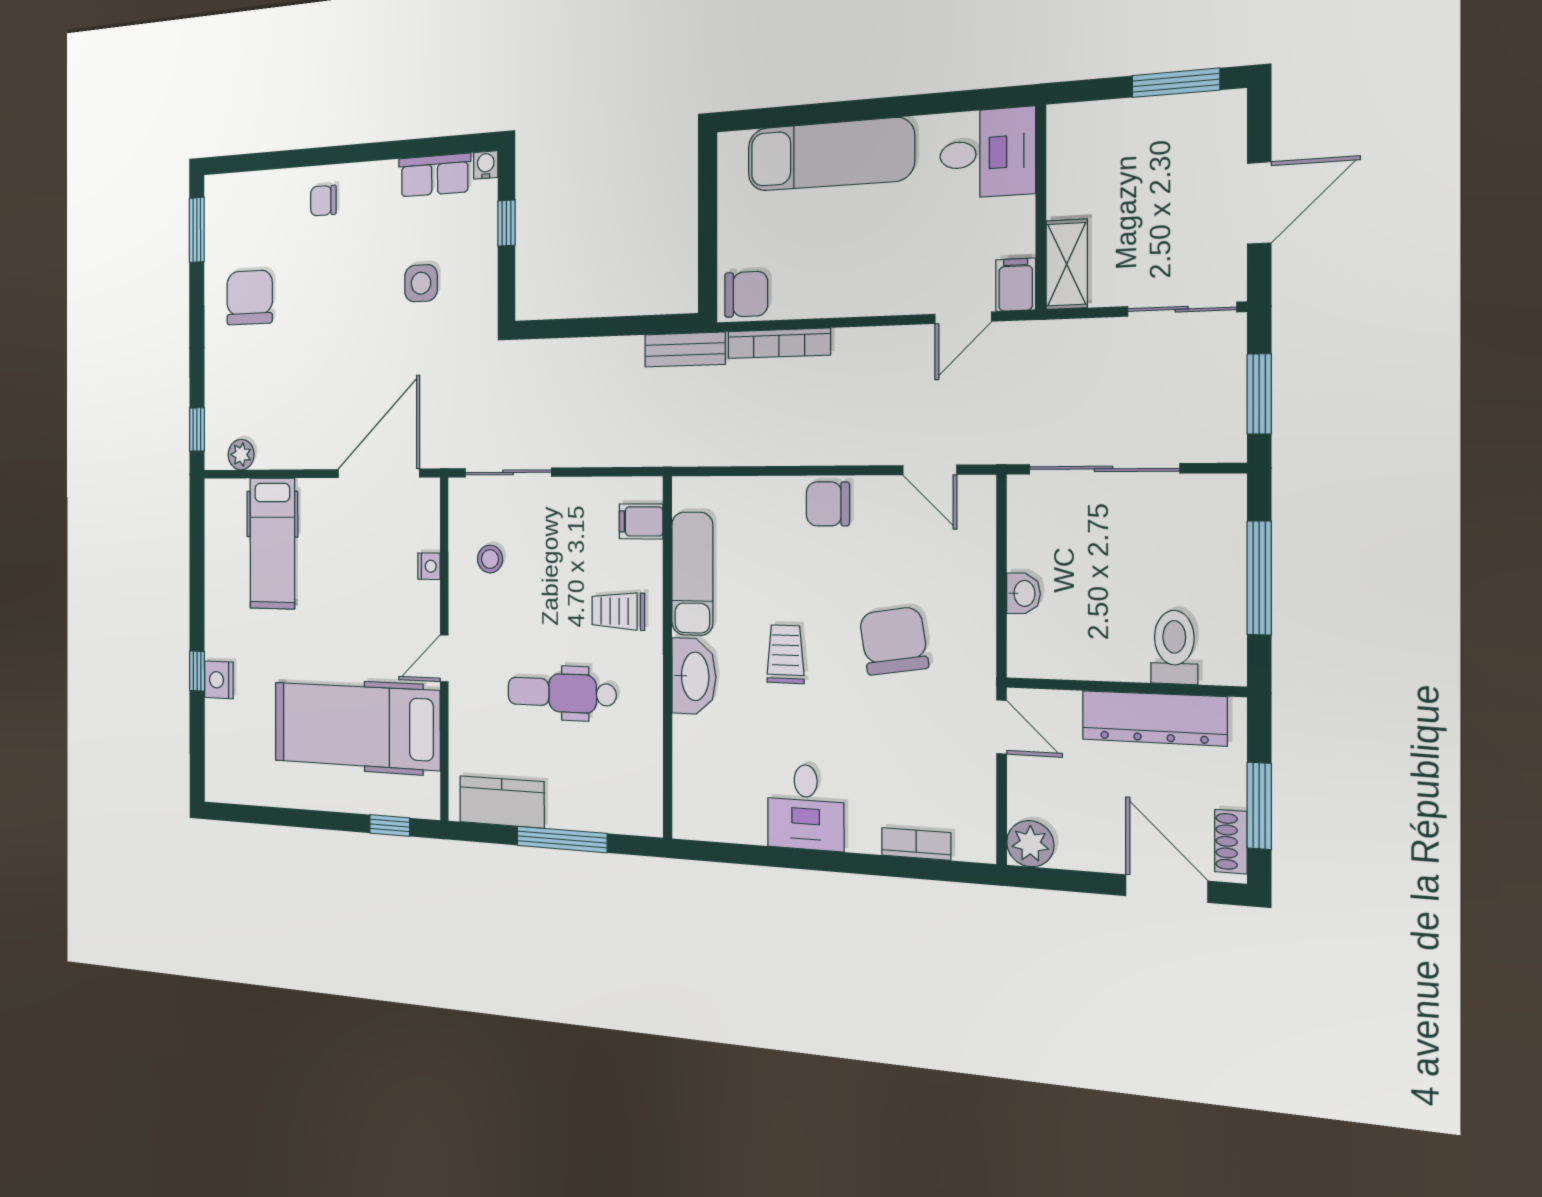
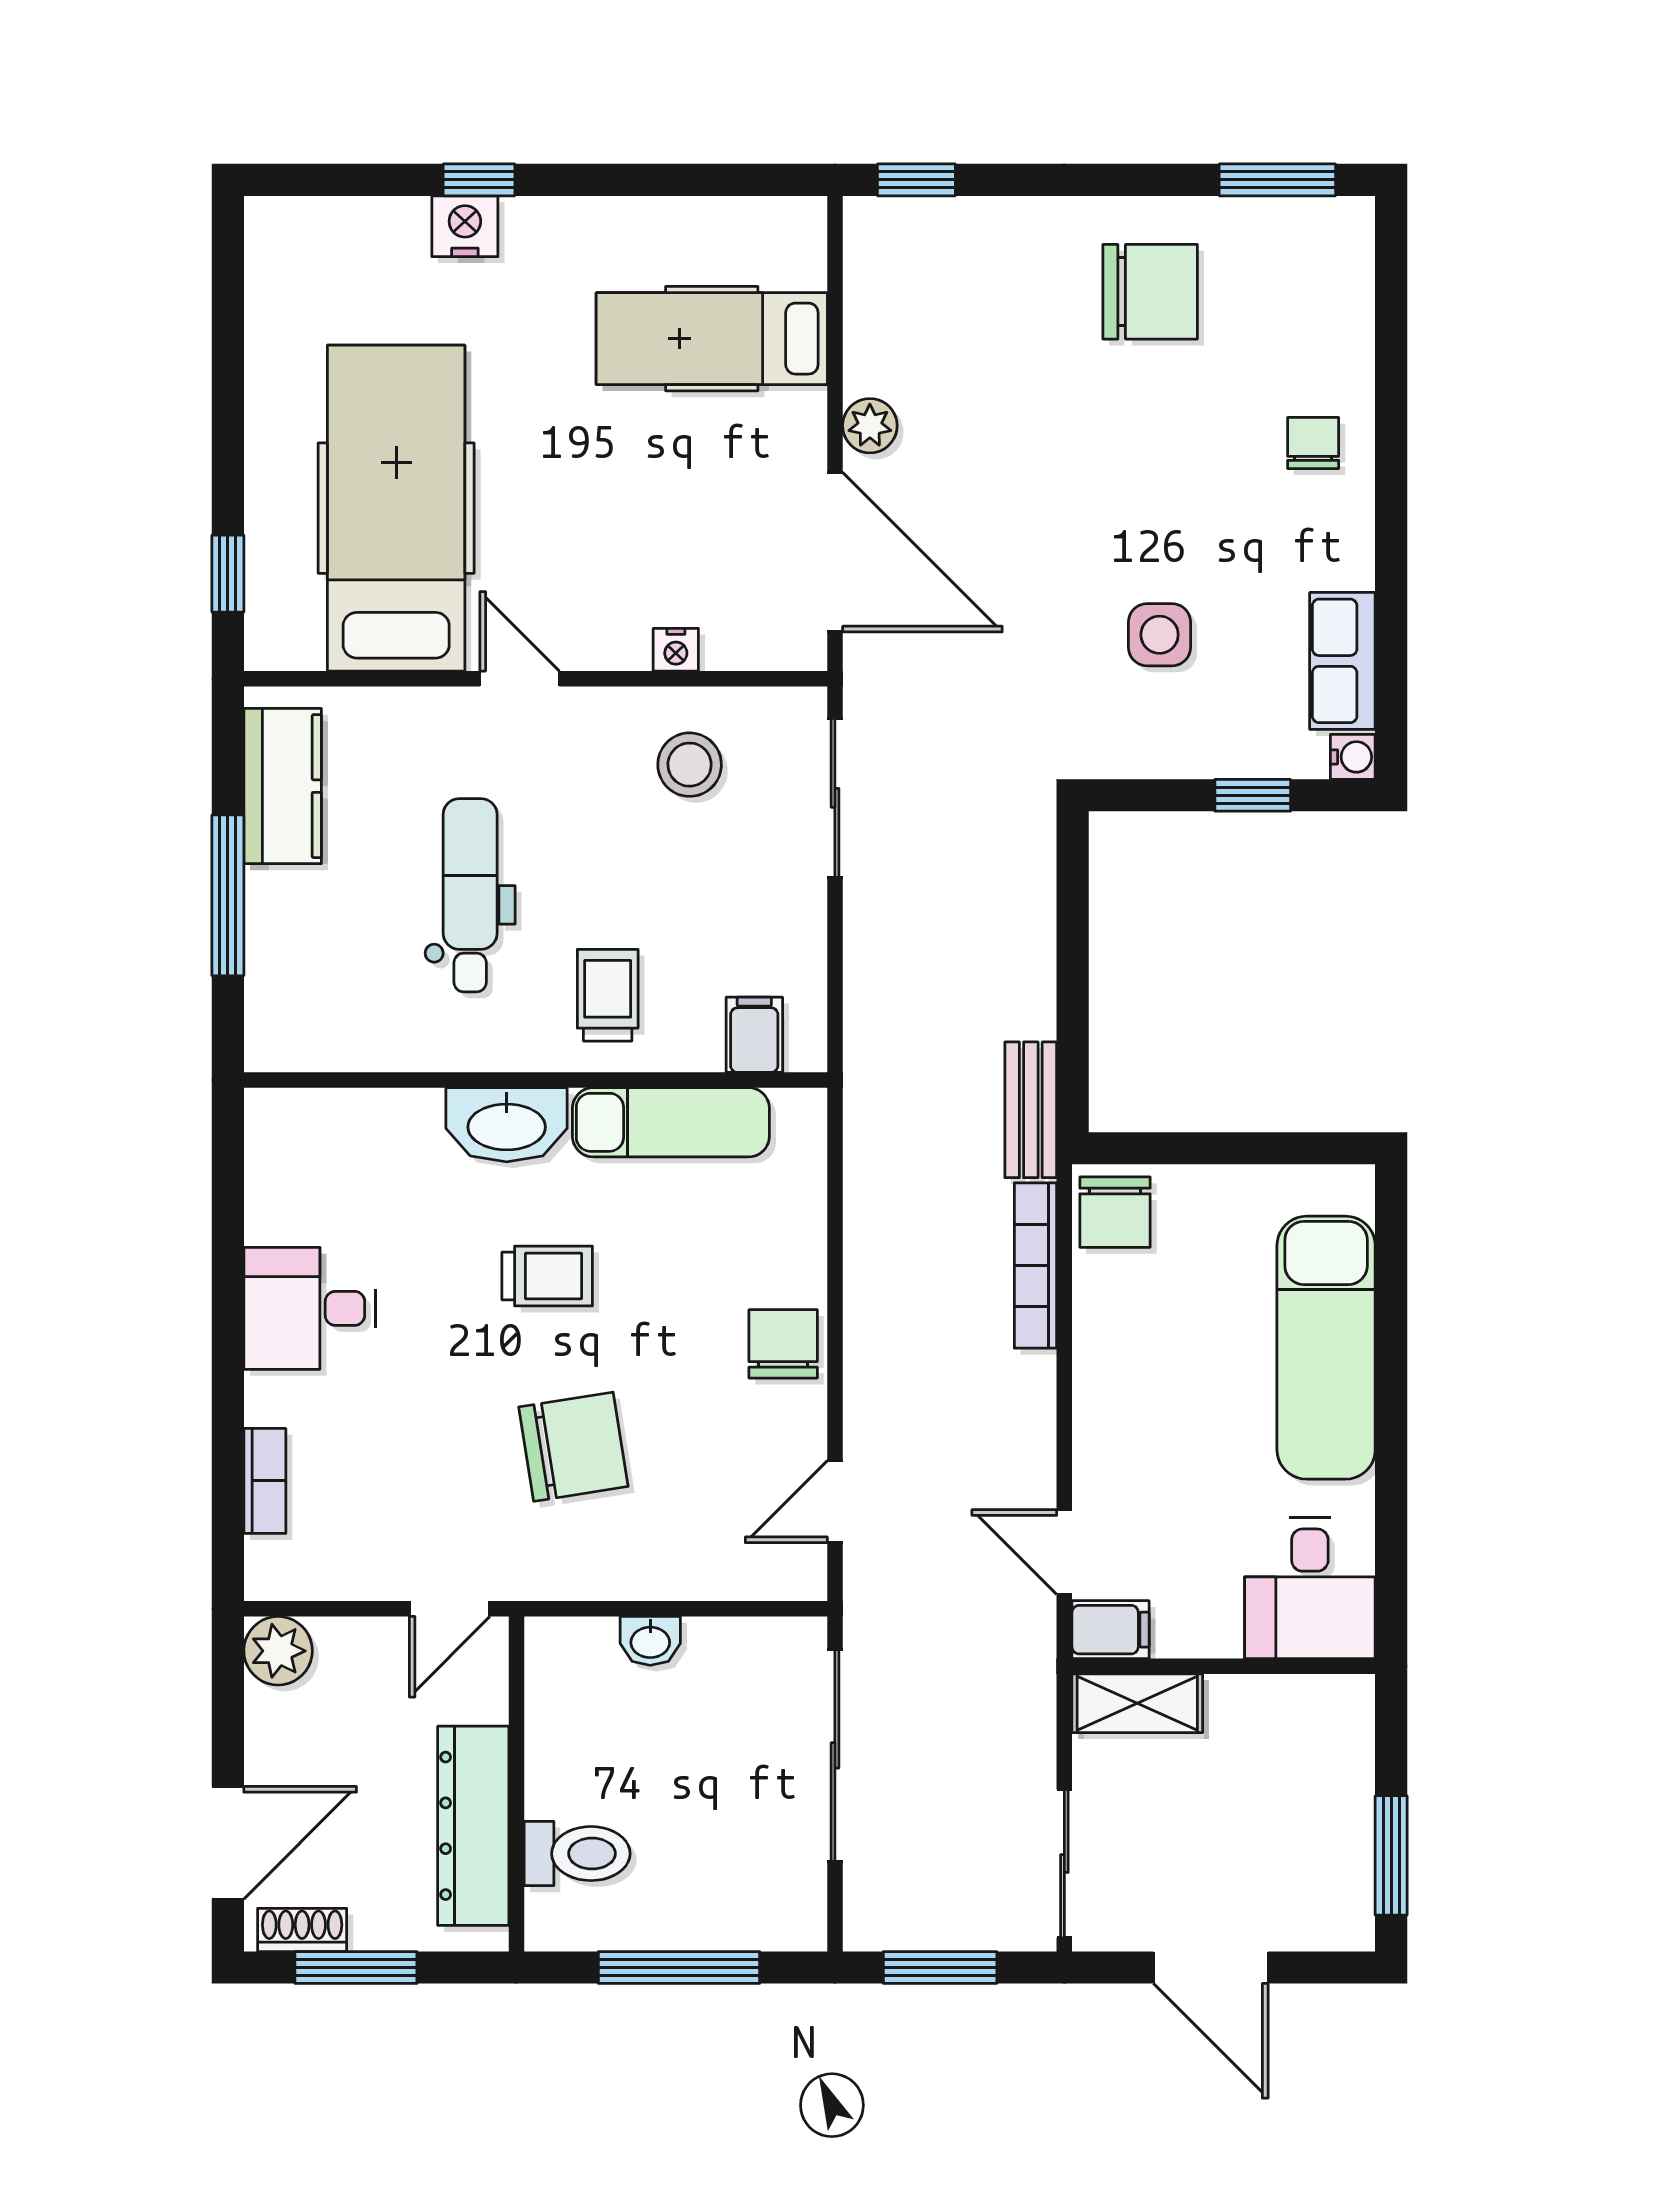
plant: (241, 455) -> (870, 426), moved
stool: (490, 559) -> (690, 765), width x1.37, depth x1.37

